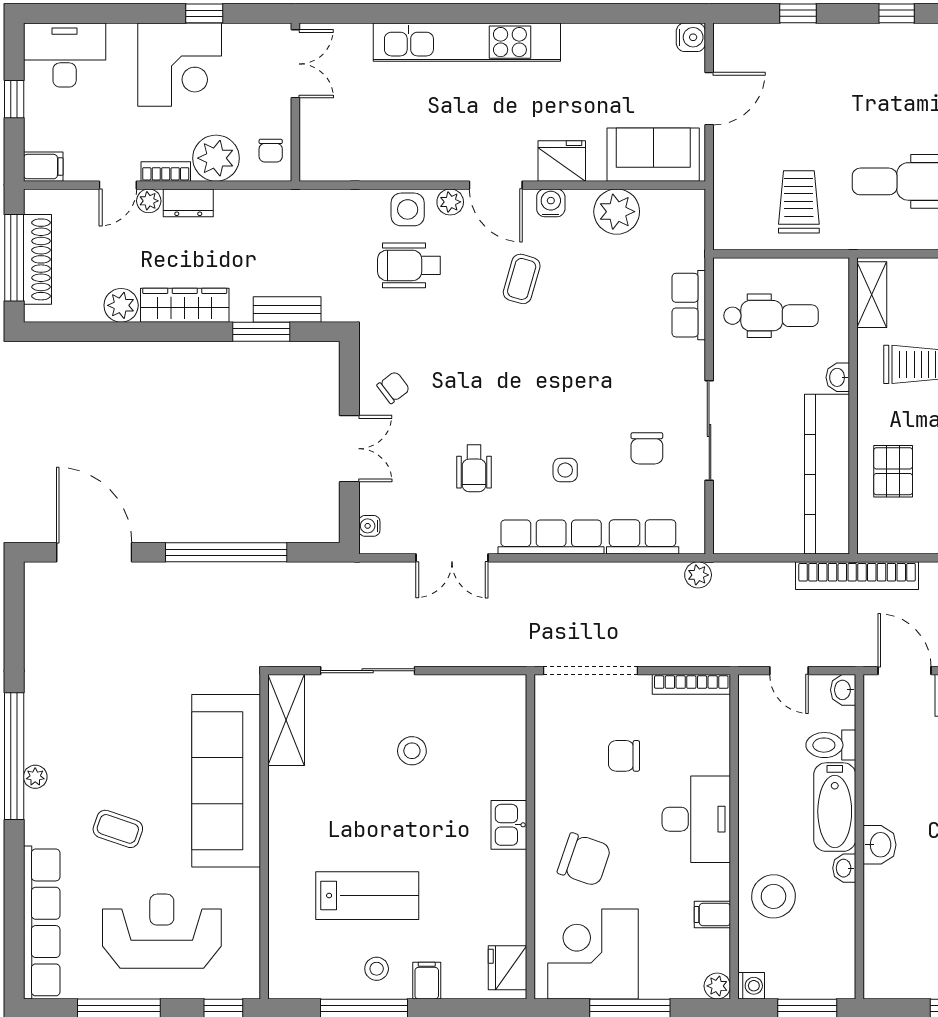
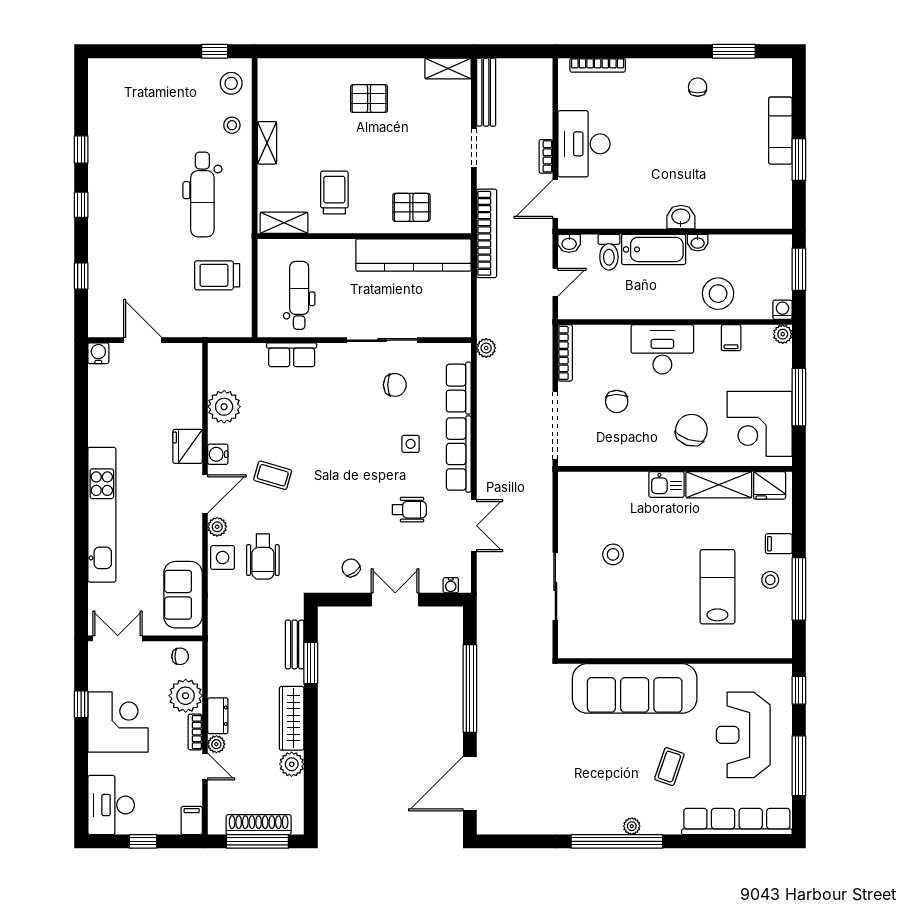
sofa: (653, 155) -> (183, 595), moved
washbasin: (838, 377) -> (344, 247), removed
shelving: (286, 720) -> (719, 485), moved

